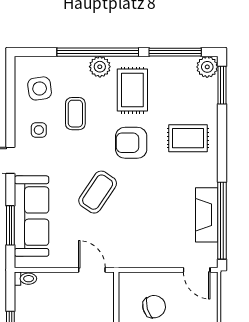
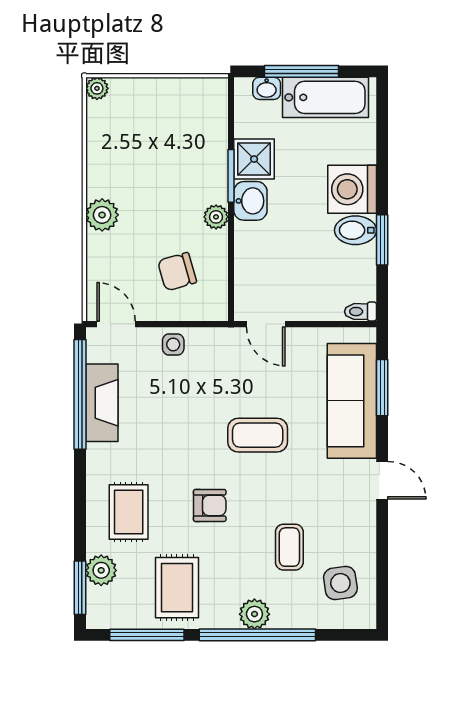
plant: (207, 67) -> (101, 570), moved
rug: (132, 90) -> (177, 588), moved
side table: (39, 130) -> (173, 344), moved
rug: (188, 138) -> (129, 512), turned 90
armchair: (131, 143) -> (210, 505), width x0.72, depth x0.72
coffee table: (98, 192) -> (258, 435), turned 56

